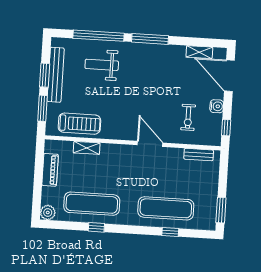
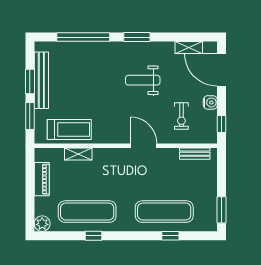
window: (150, 39) -> (137, 37), width x0.69
weight bench: (102, 65) -> (143, 80), moved

